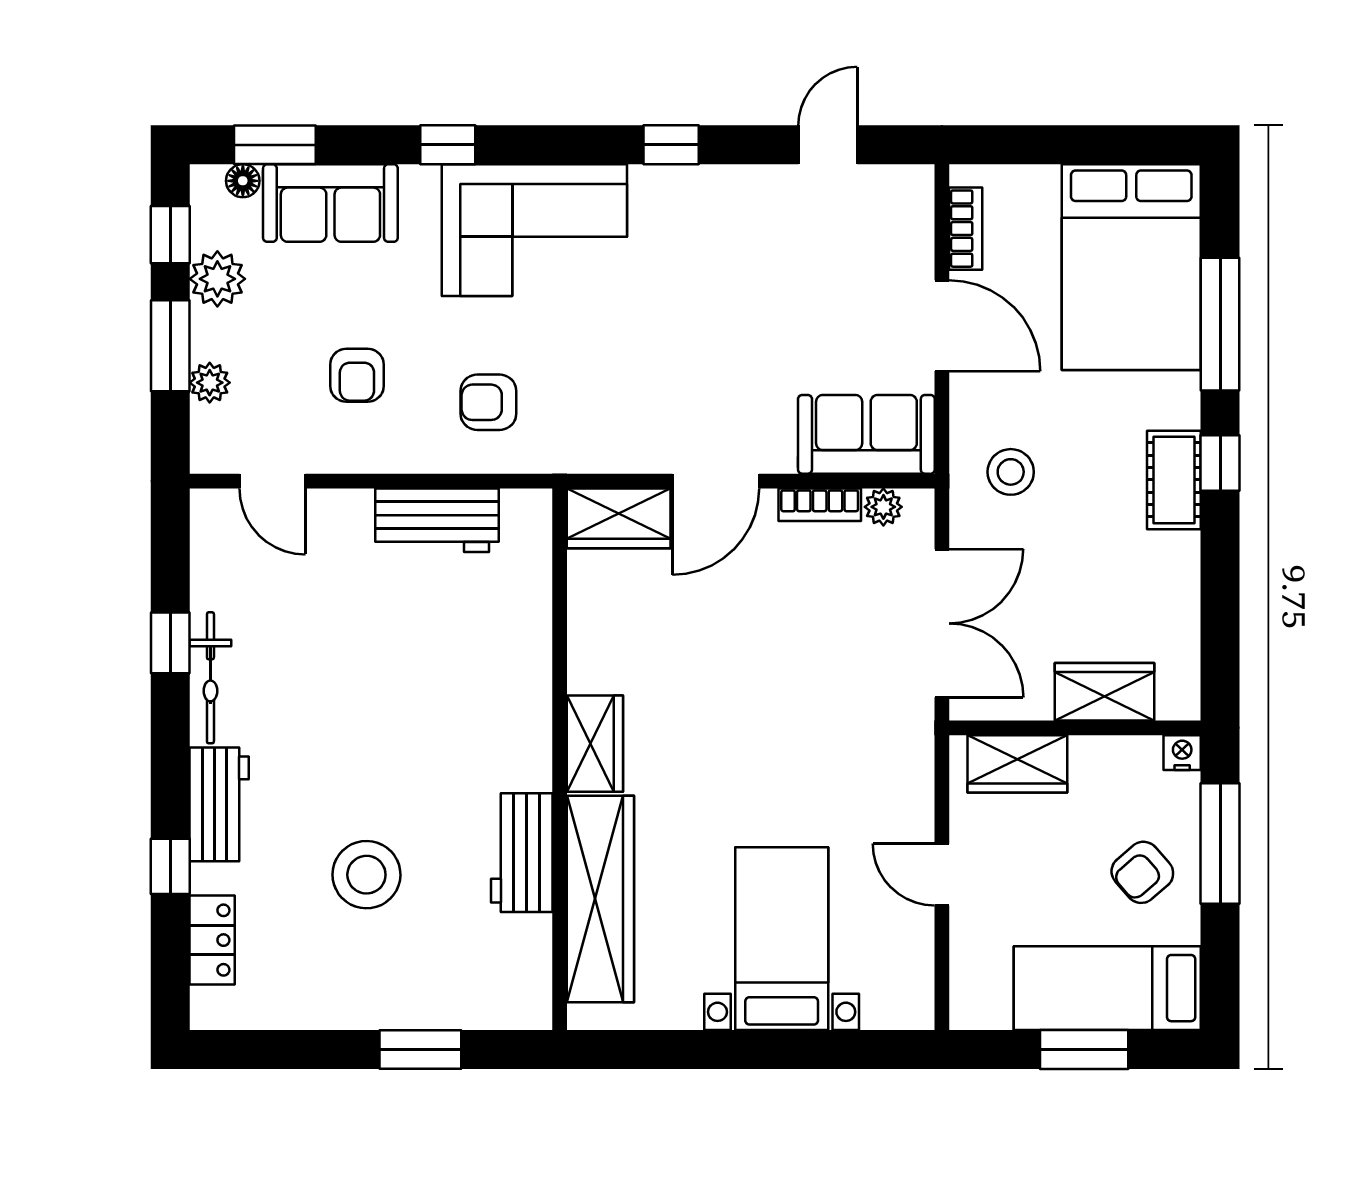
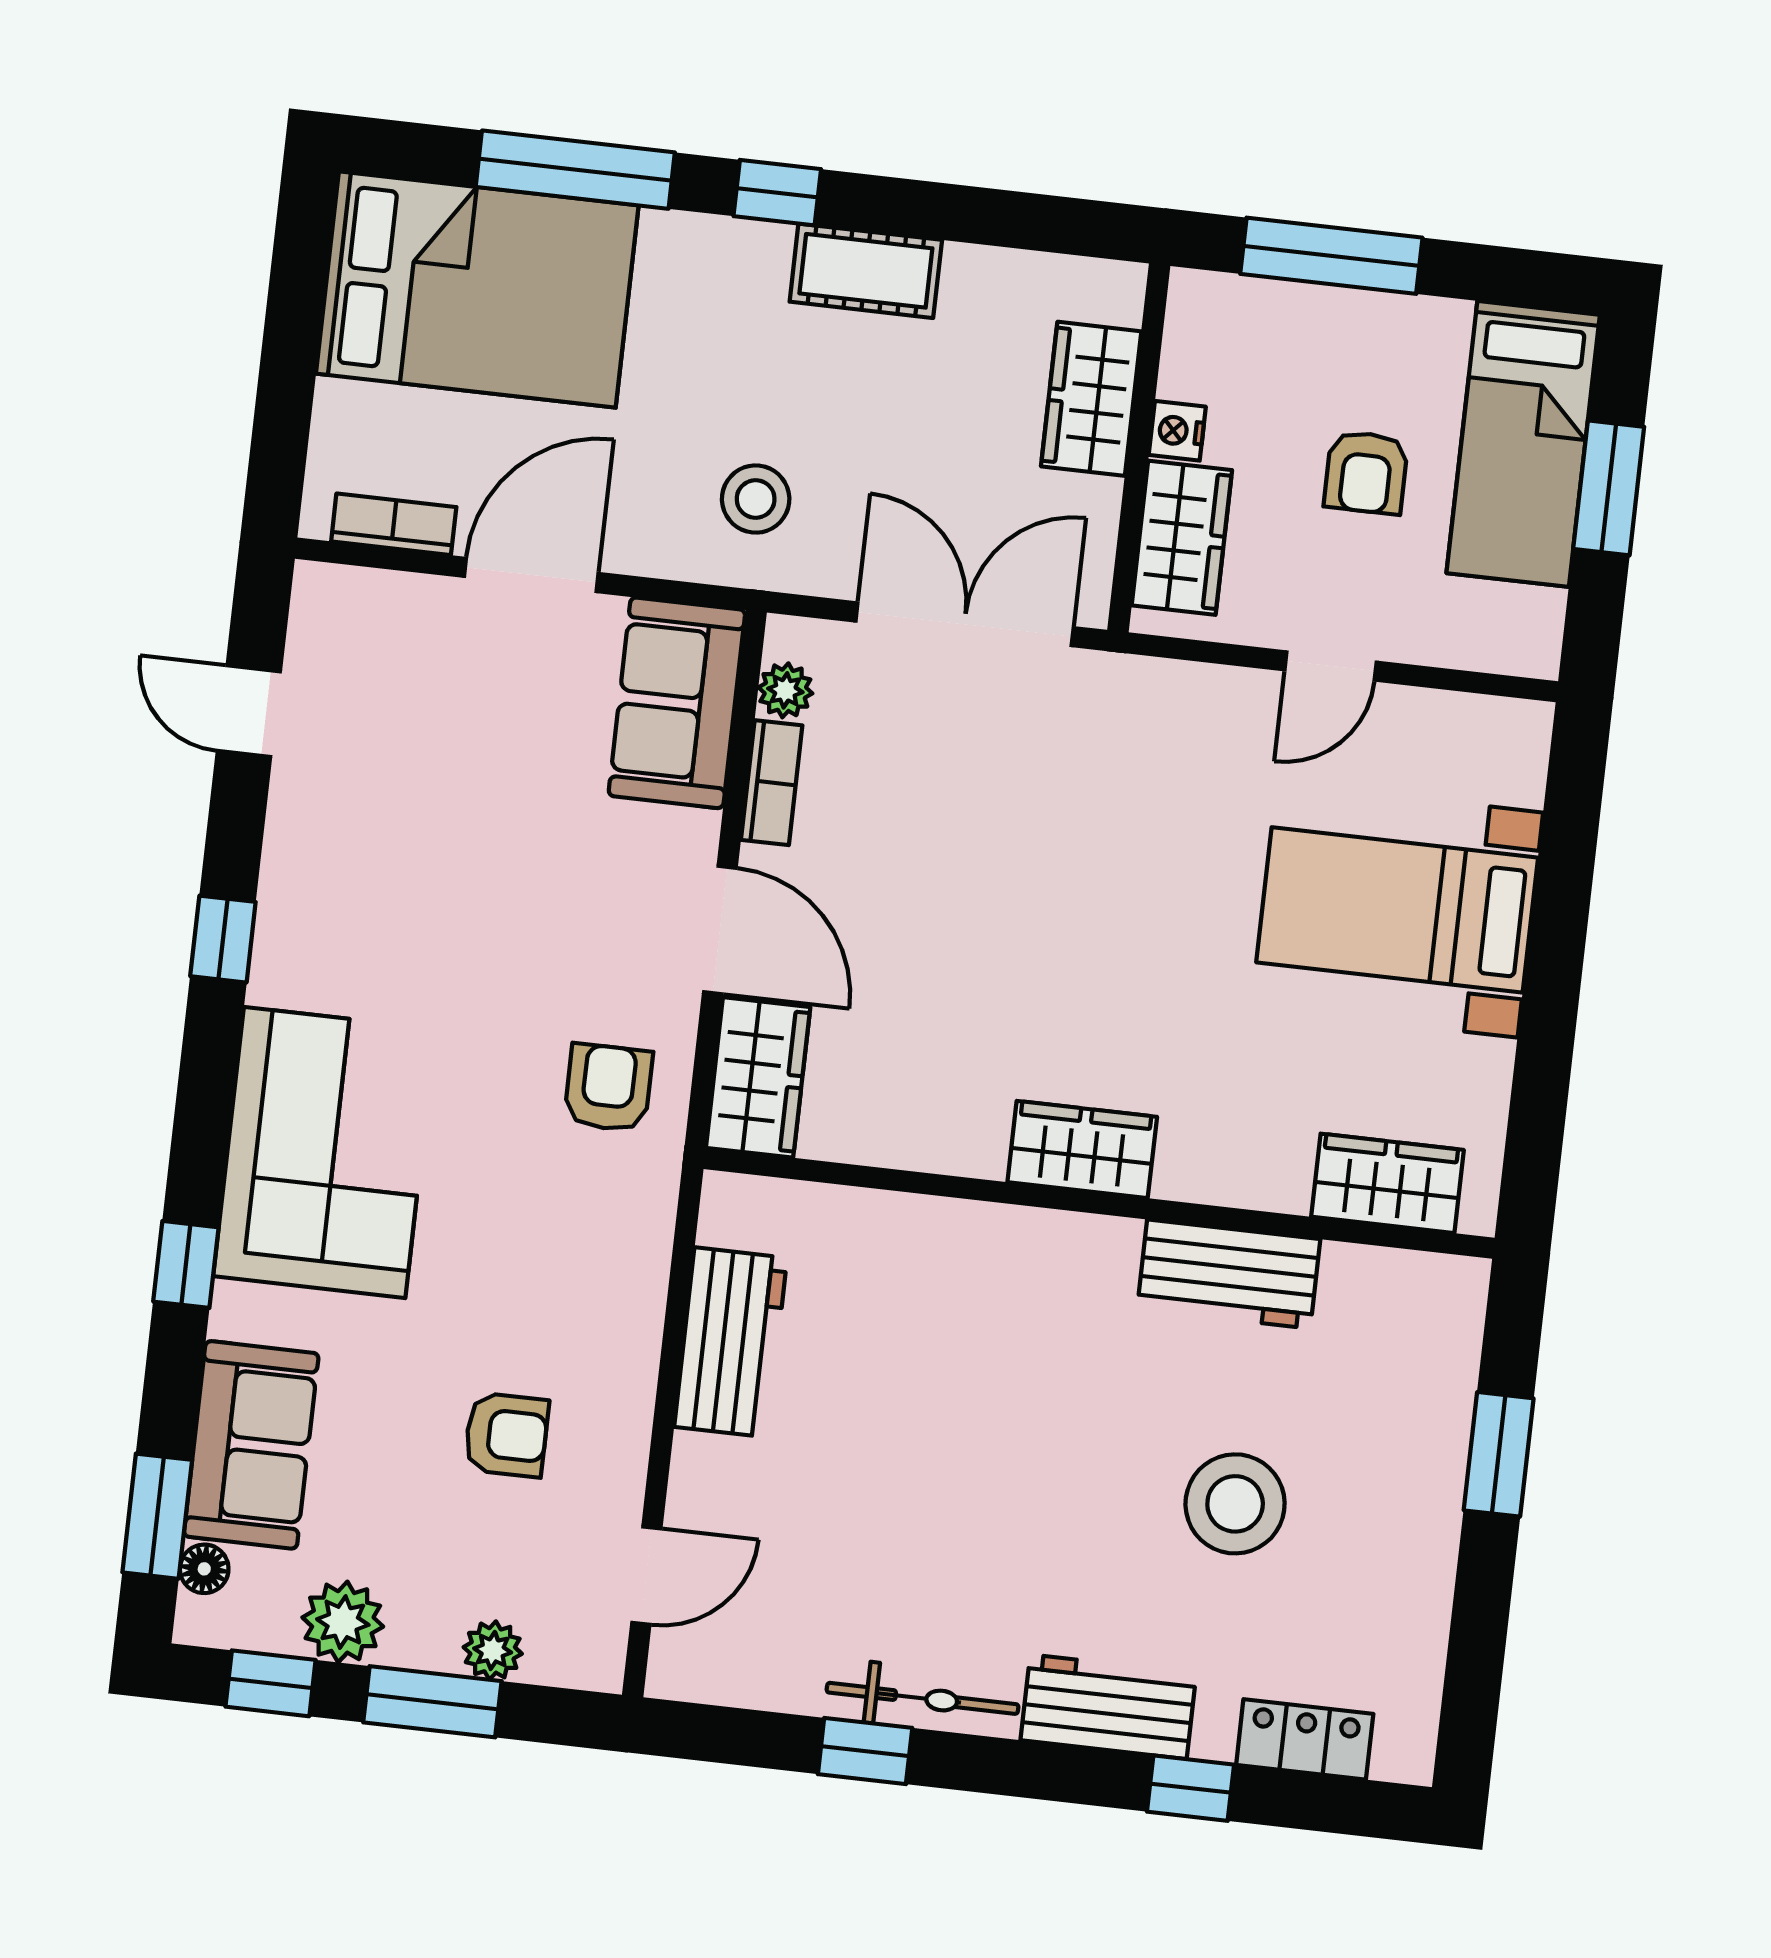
armchair: (488, 402) -> (608, 1088), moved, turned 180
cot: (1174, 480) -> (866, 271), moved
nightstand: (1182, 753) -> (1177, 431), moved
armchair: (1142, 872) -> (1366, 472), moved, turned 41
wardrobe: (600, 899) -> (1387, 1183), width x0.48, depth x0.85

